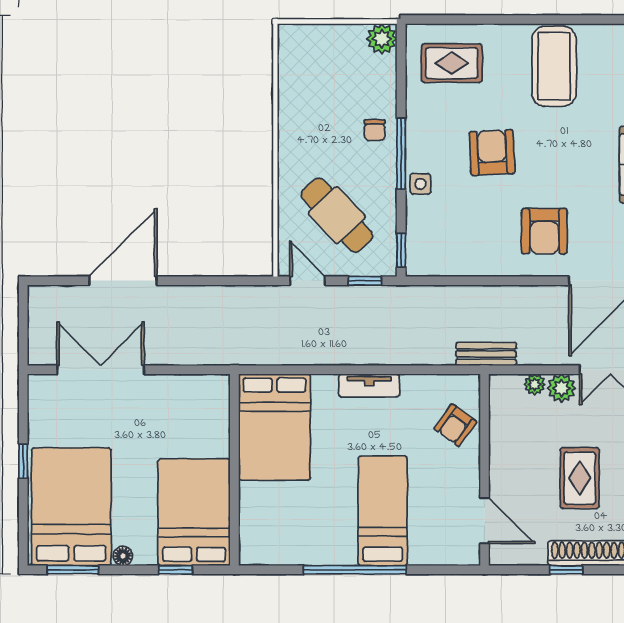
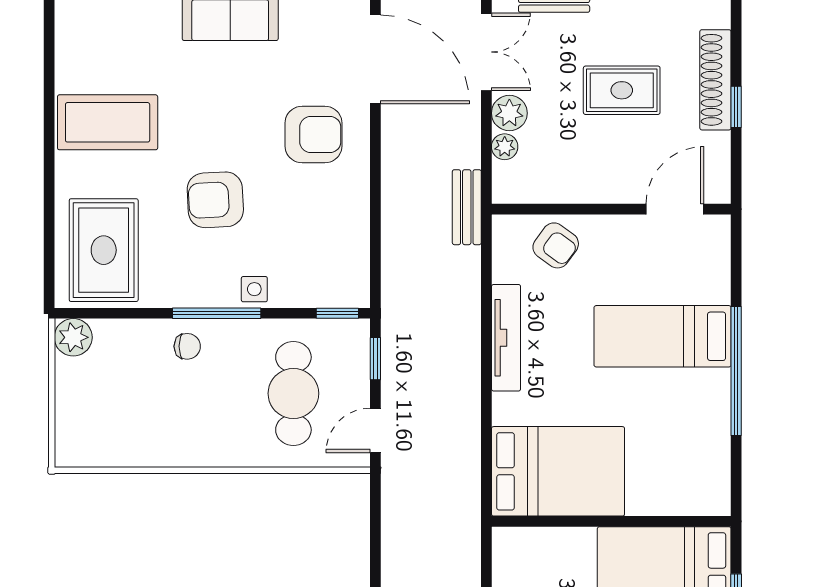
rug: (452, 63) -> (104, 250), width x1.36, depth x1.43
cafe table: (337, 215) -> (293, 393), turned -47
tv unit: (369, 385) -> (506, 338), width x1.41

